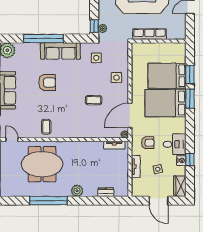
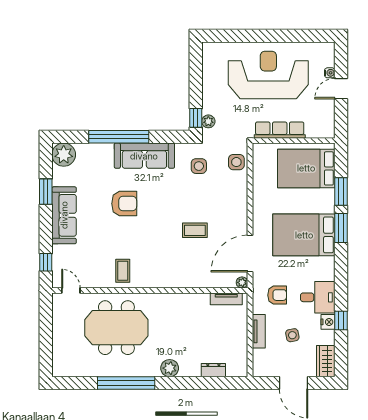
bed: (167, 76) -> (306, 168), moved
side table: (116, 78) -> (236, 162), moved

